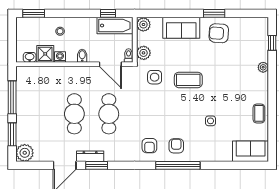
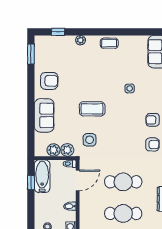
window: (214, 13) -> (31, 54), moved
plant: (143, 25) -> (54, 150), moved
armchair: (219, 33) -> (49, 81), turned -93
coffee table: (188, 80) -> (92, 109), turned 90
coffee table: (259, 113) -> (109, 43), moved

